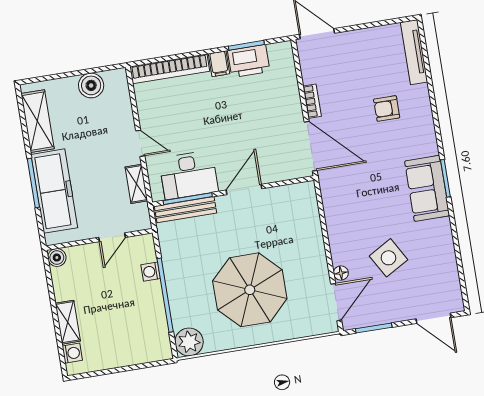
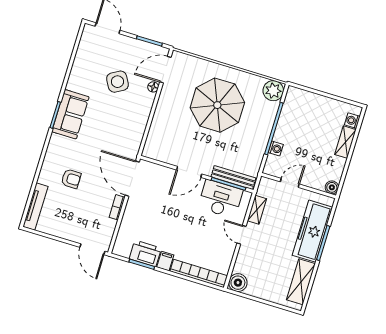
boiler: (91, 85) -> (238, 283), moved

